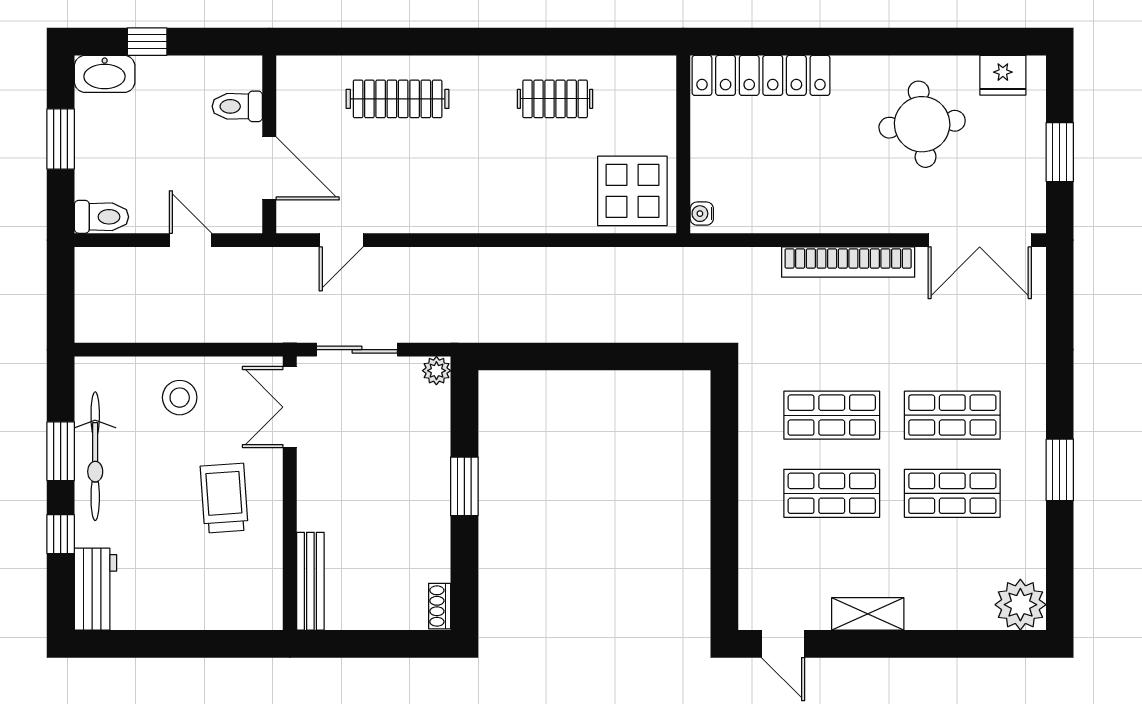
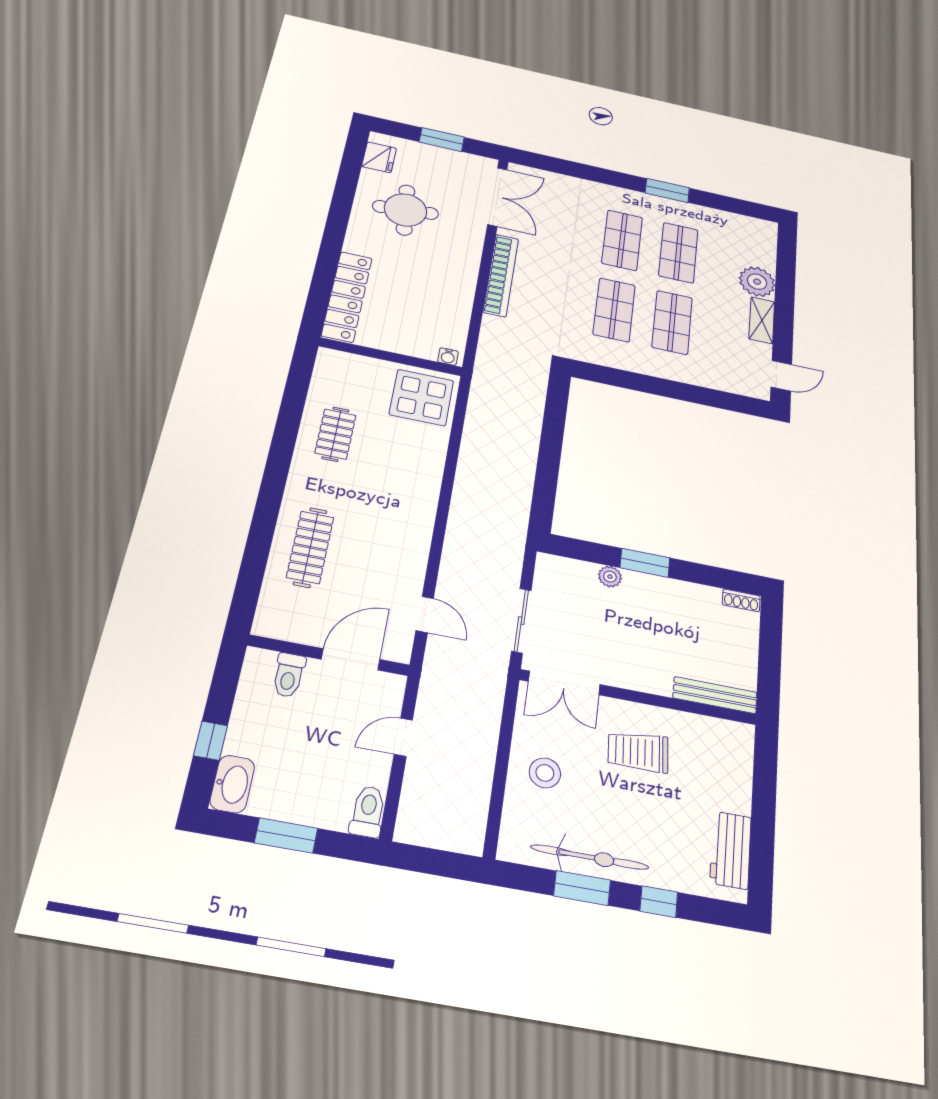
plant: (436, 371) -> (610, 577), moved
workbench: (95, 589) -> (731, 850), moved, turned -90
plant: (1020, 605) -> (757, 282), moved

